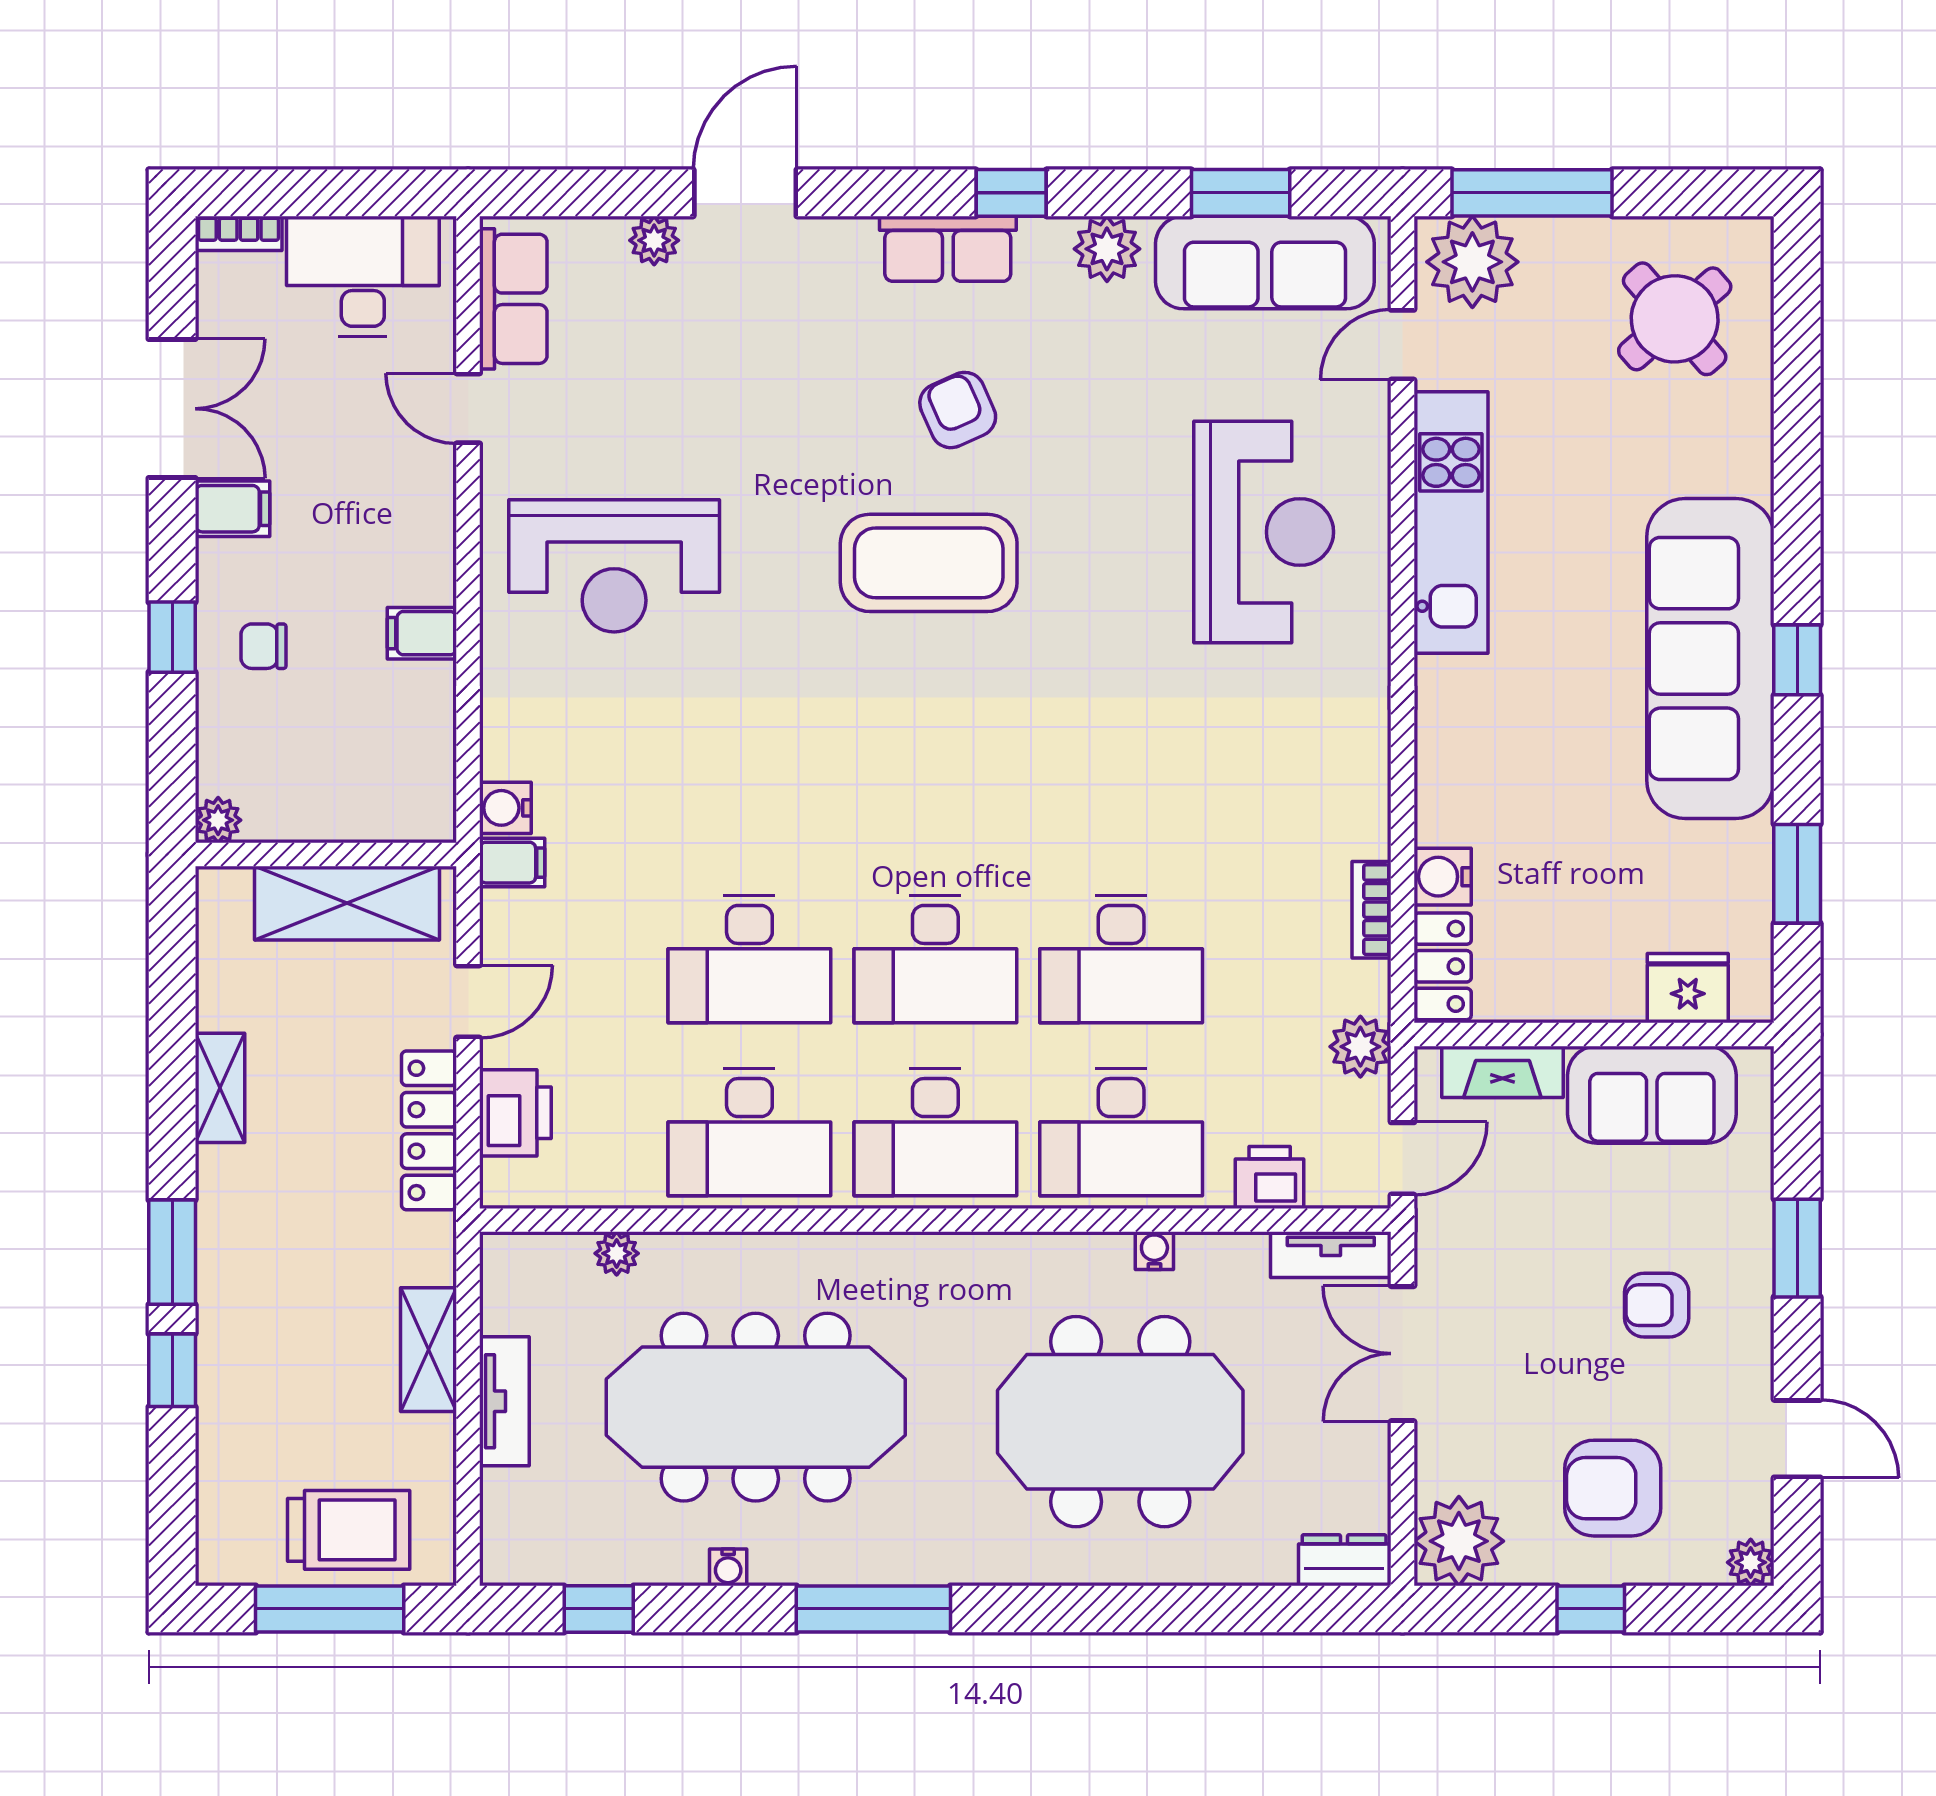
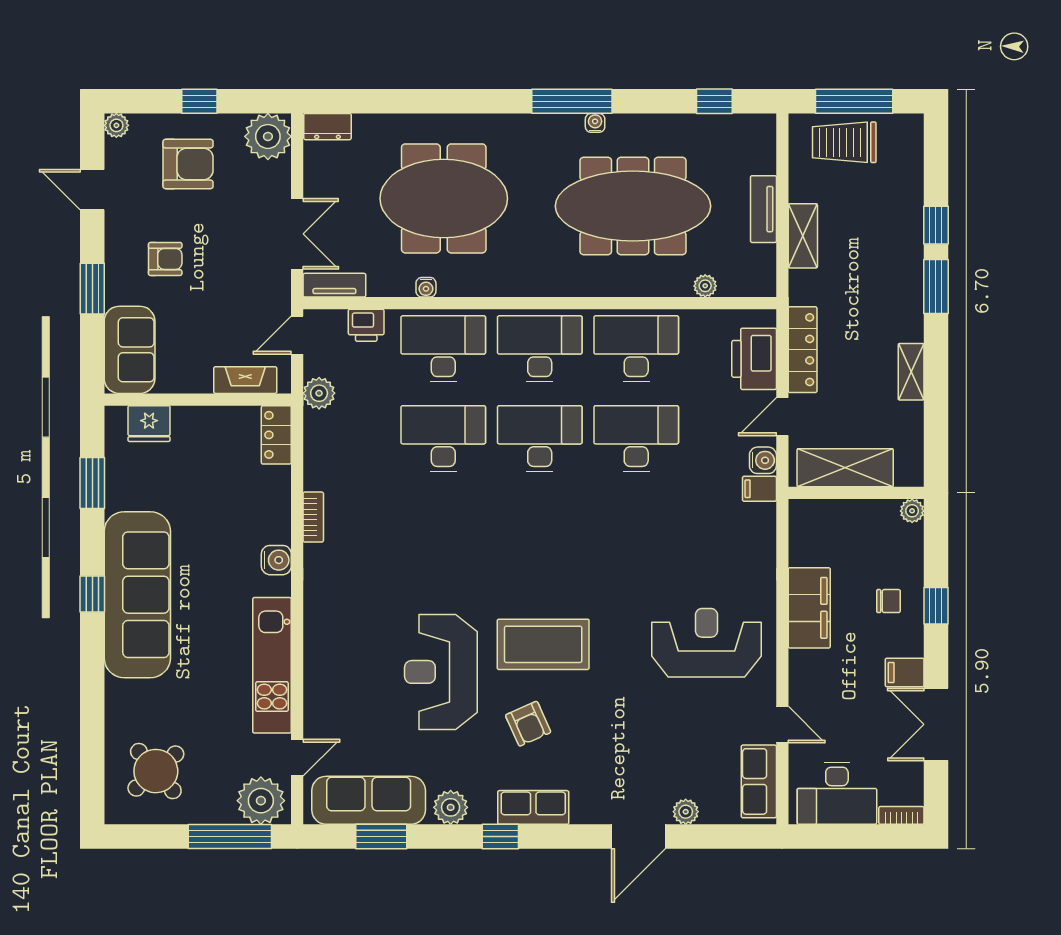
reception desk: (1264, 532) -> (441, 672), moved
filing cabinet: (422, 633) -> (809, 608), width x3.00, depth x1.17
water cooler: (505, 808) -> (763, 460), moved
water cooler: (1443, 877) -> (276, 560), moved
bookcase: (1372, 910) -> (313, 517), moved
sofa: (1652, 1095) -> (130, 350), moved, turned 90
printer: (515, 1113) -> (754, 359), width x1.37, depth x1.19
water cooler: (728, 1567) -> (595, 123), moved

